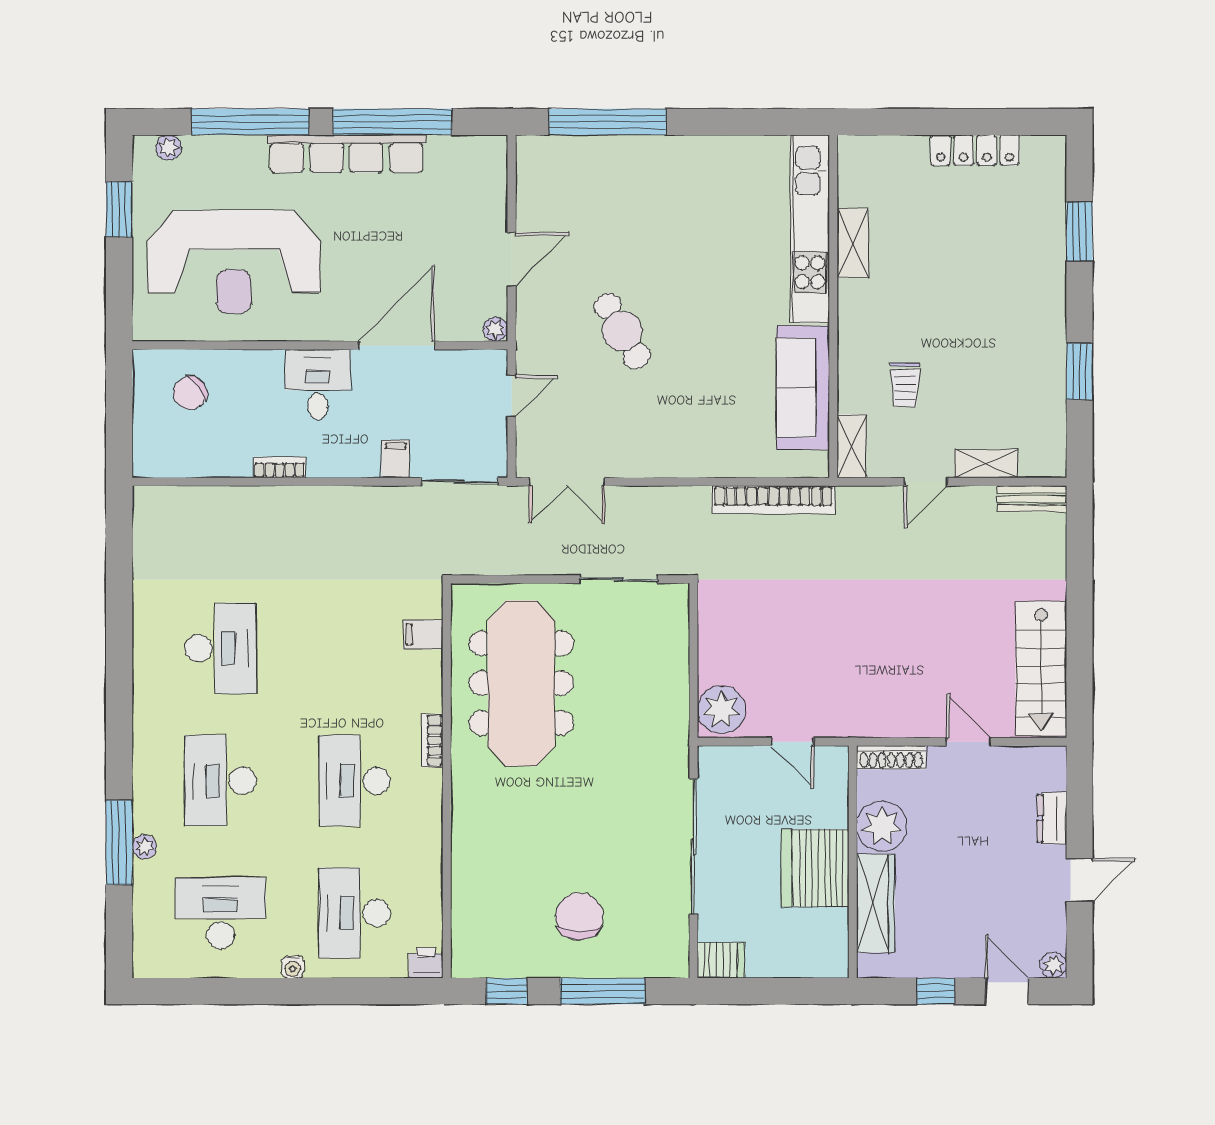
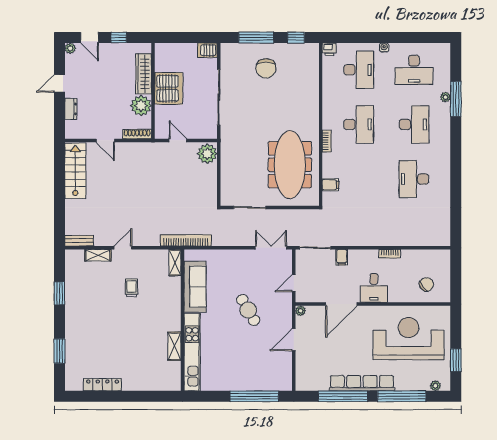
kitchen unit: (810, 229) -> (192, 352), moved
shelving: (853, 243) -> (174, 346), moved
wall: (833, 306) -> (183, 320), moved
sofa: (803, 388) -> (195, 287), moved
shelving: (852, 446) -> (175, 263), moved

